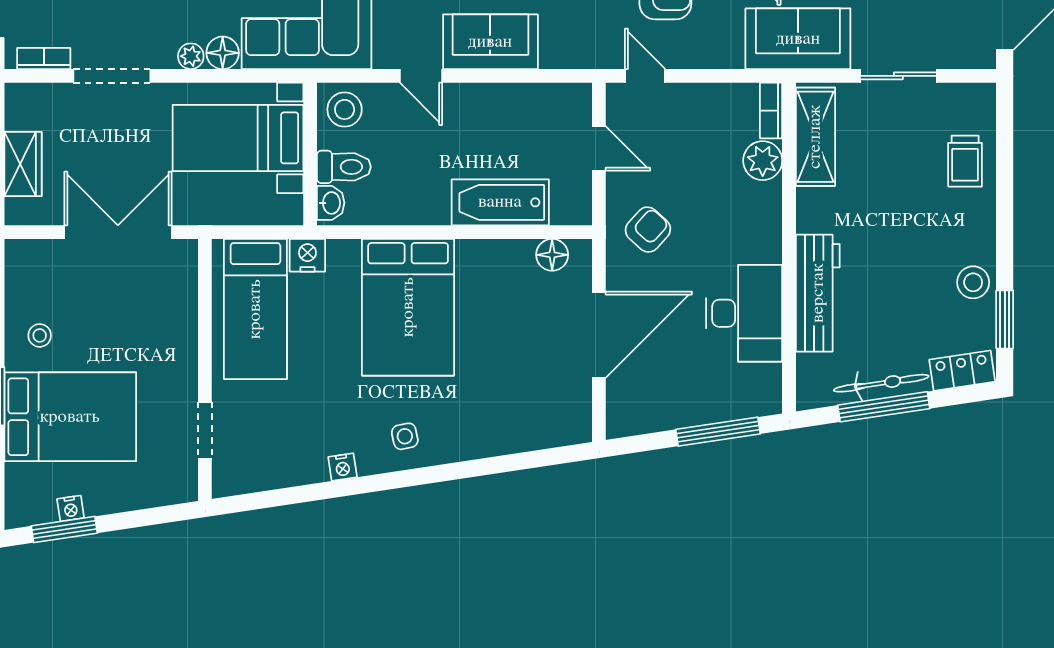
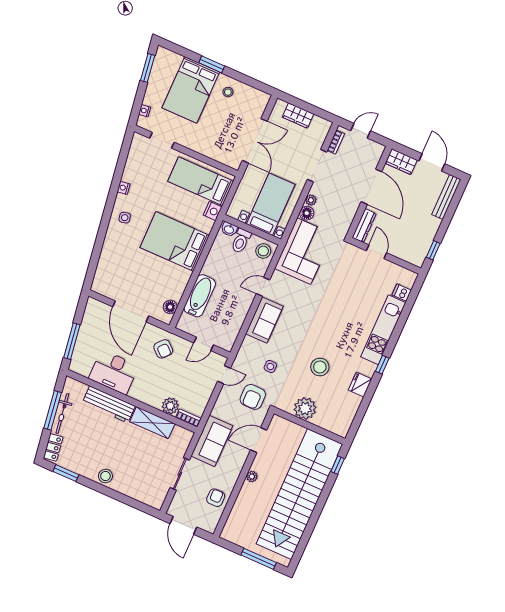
shelving: (815, 137) -> (152, 423), moved
trolley: (965, 161) -> (135, 485), removed
stool: (973, 282) -> (105, 476), moved
nightstand: (71, 508) -> (145, 111), moved

